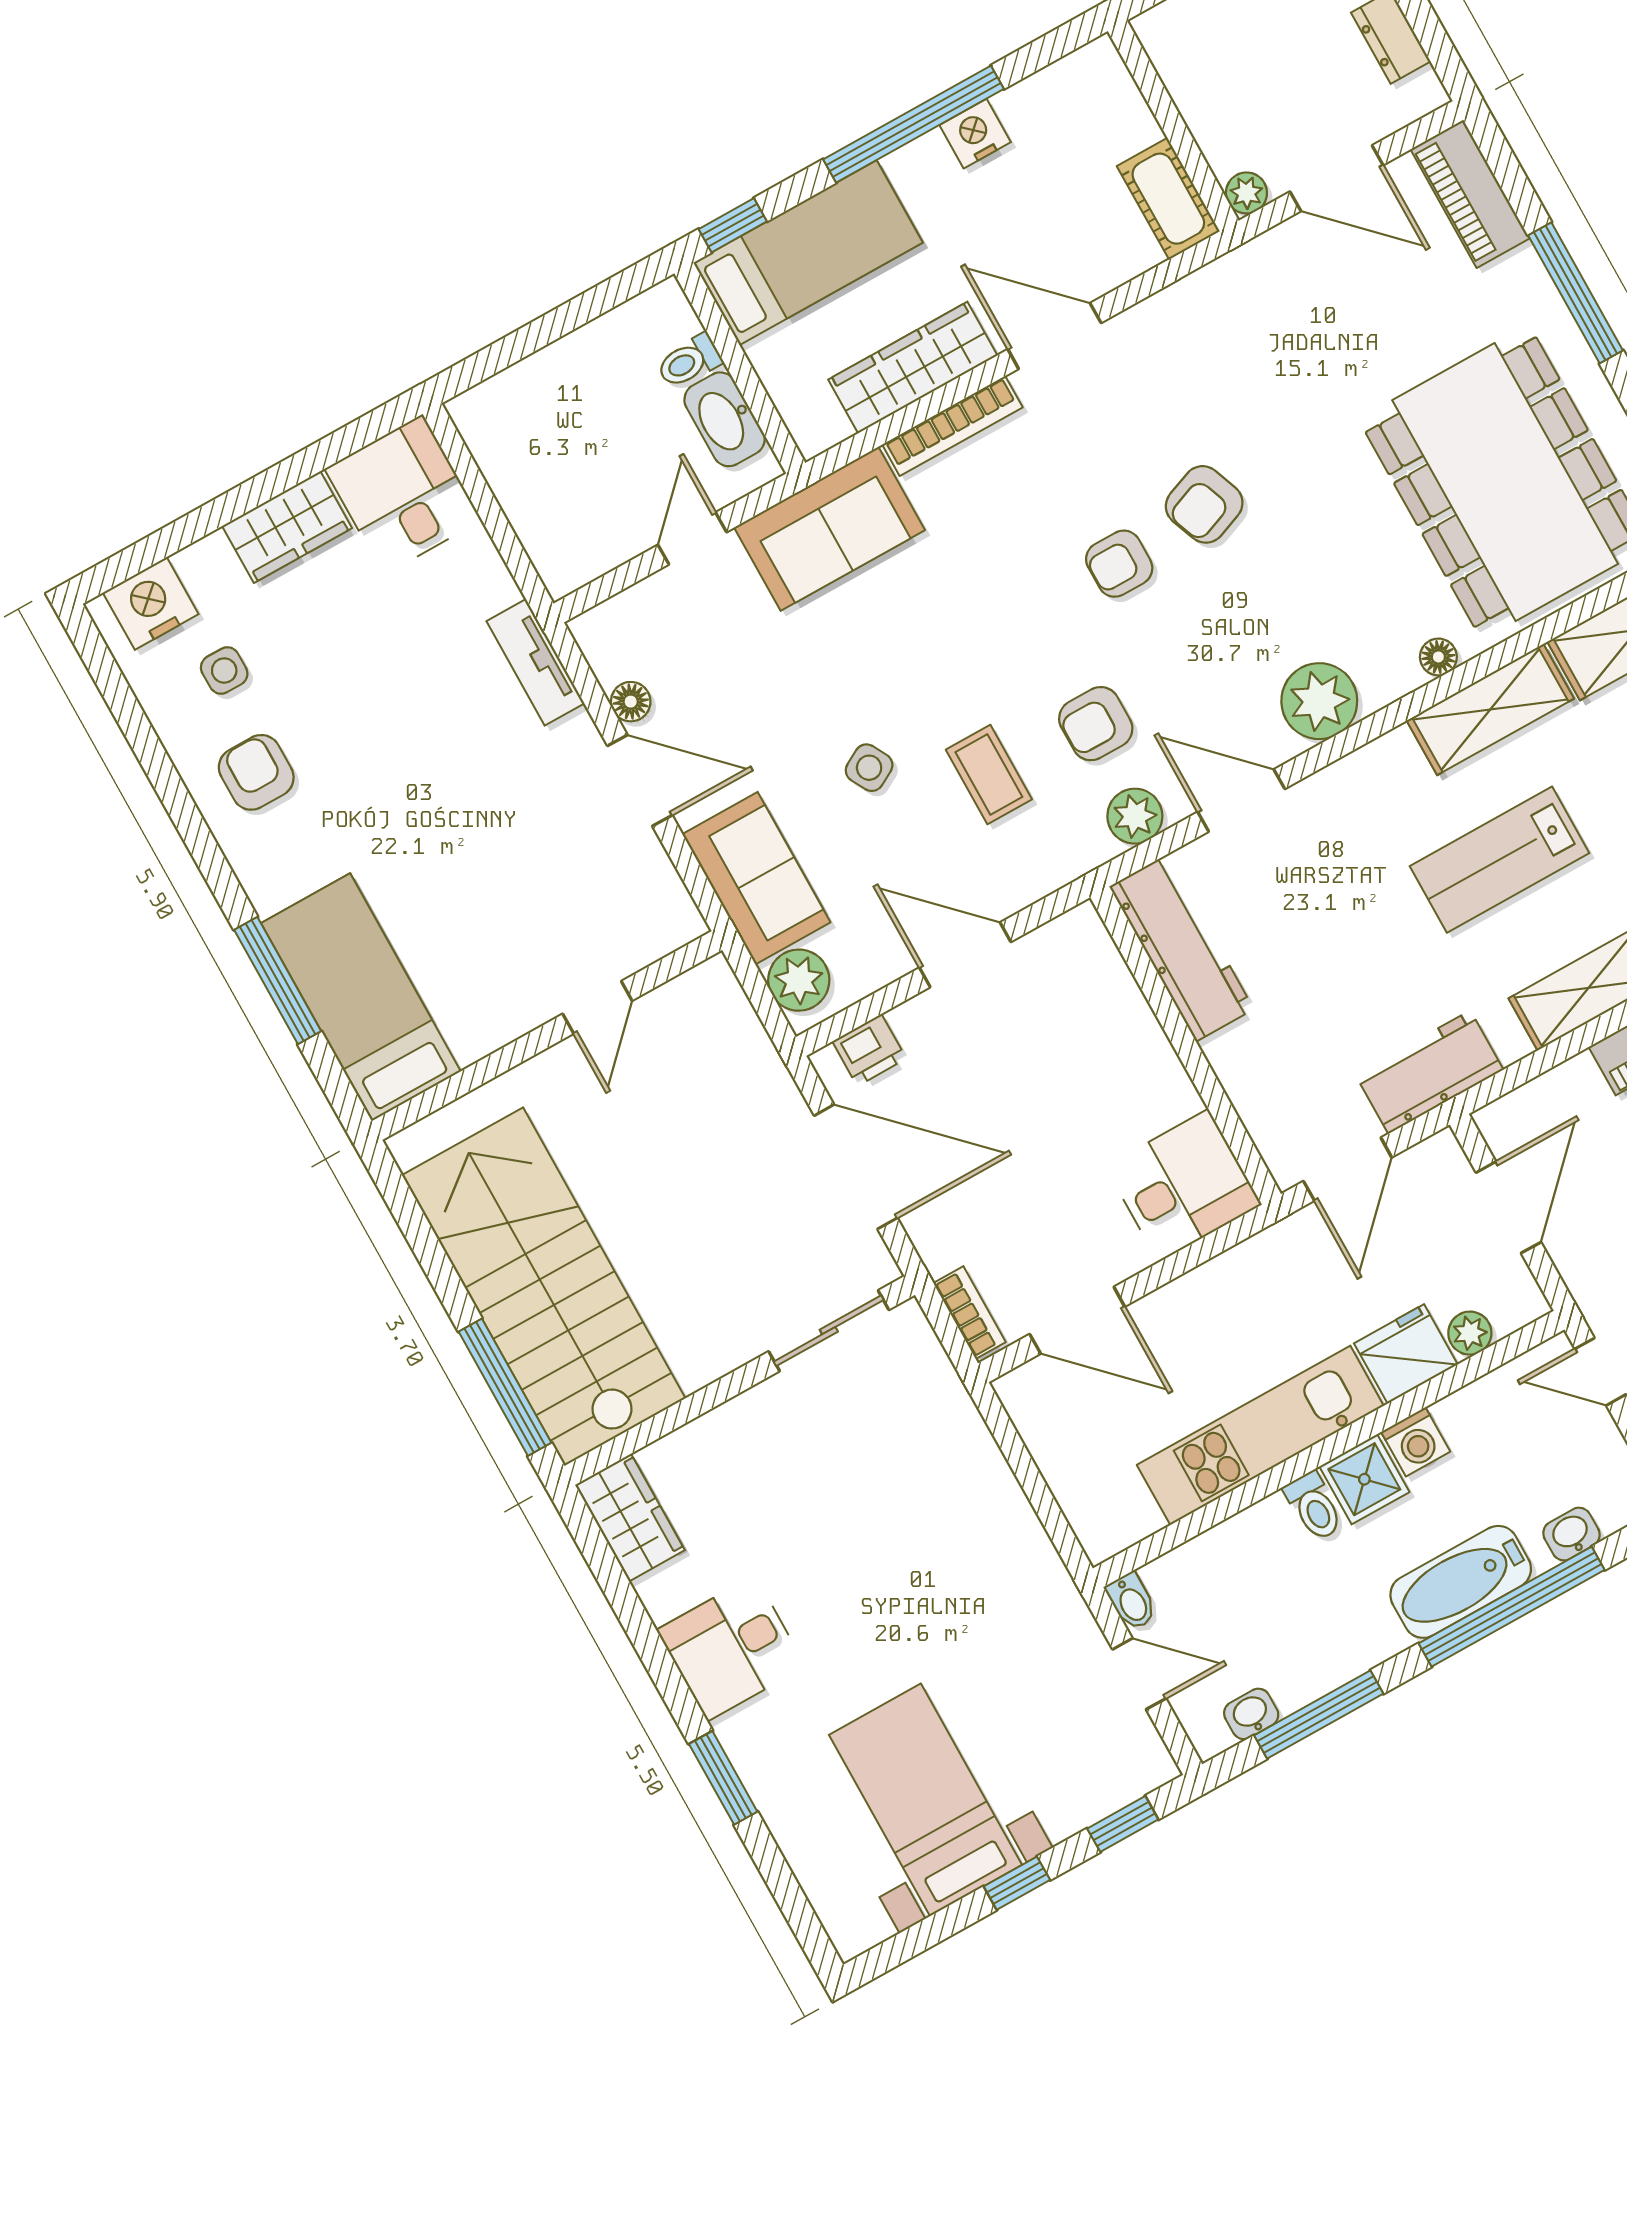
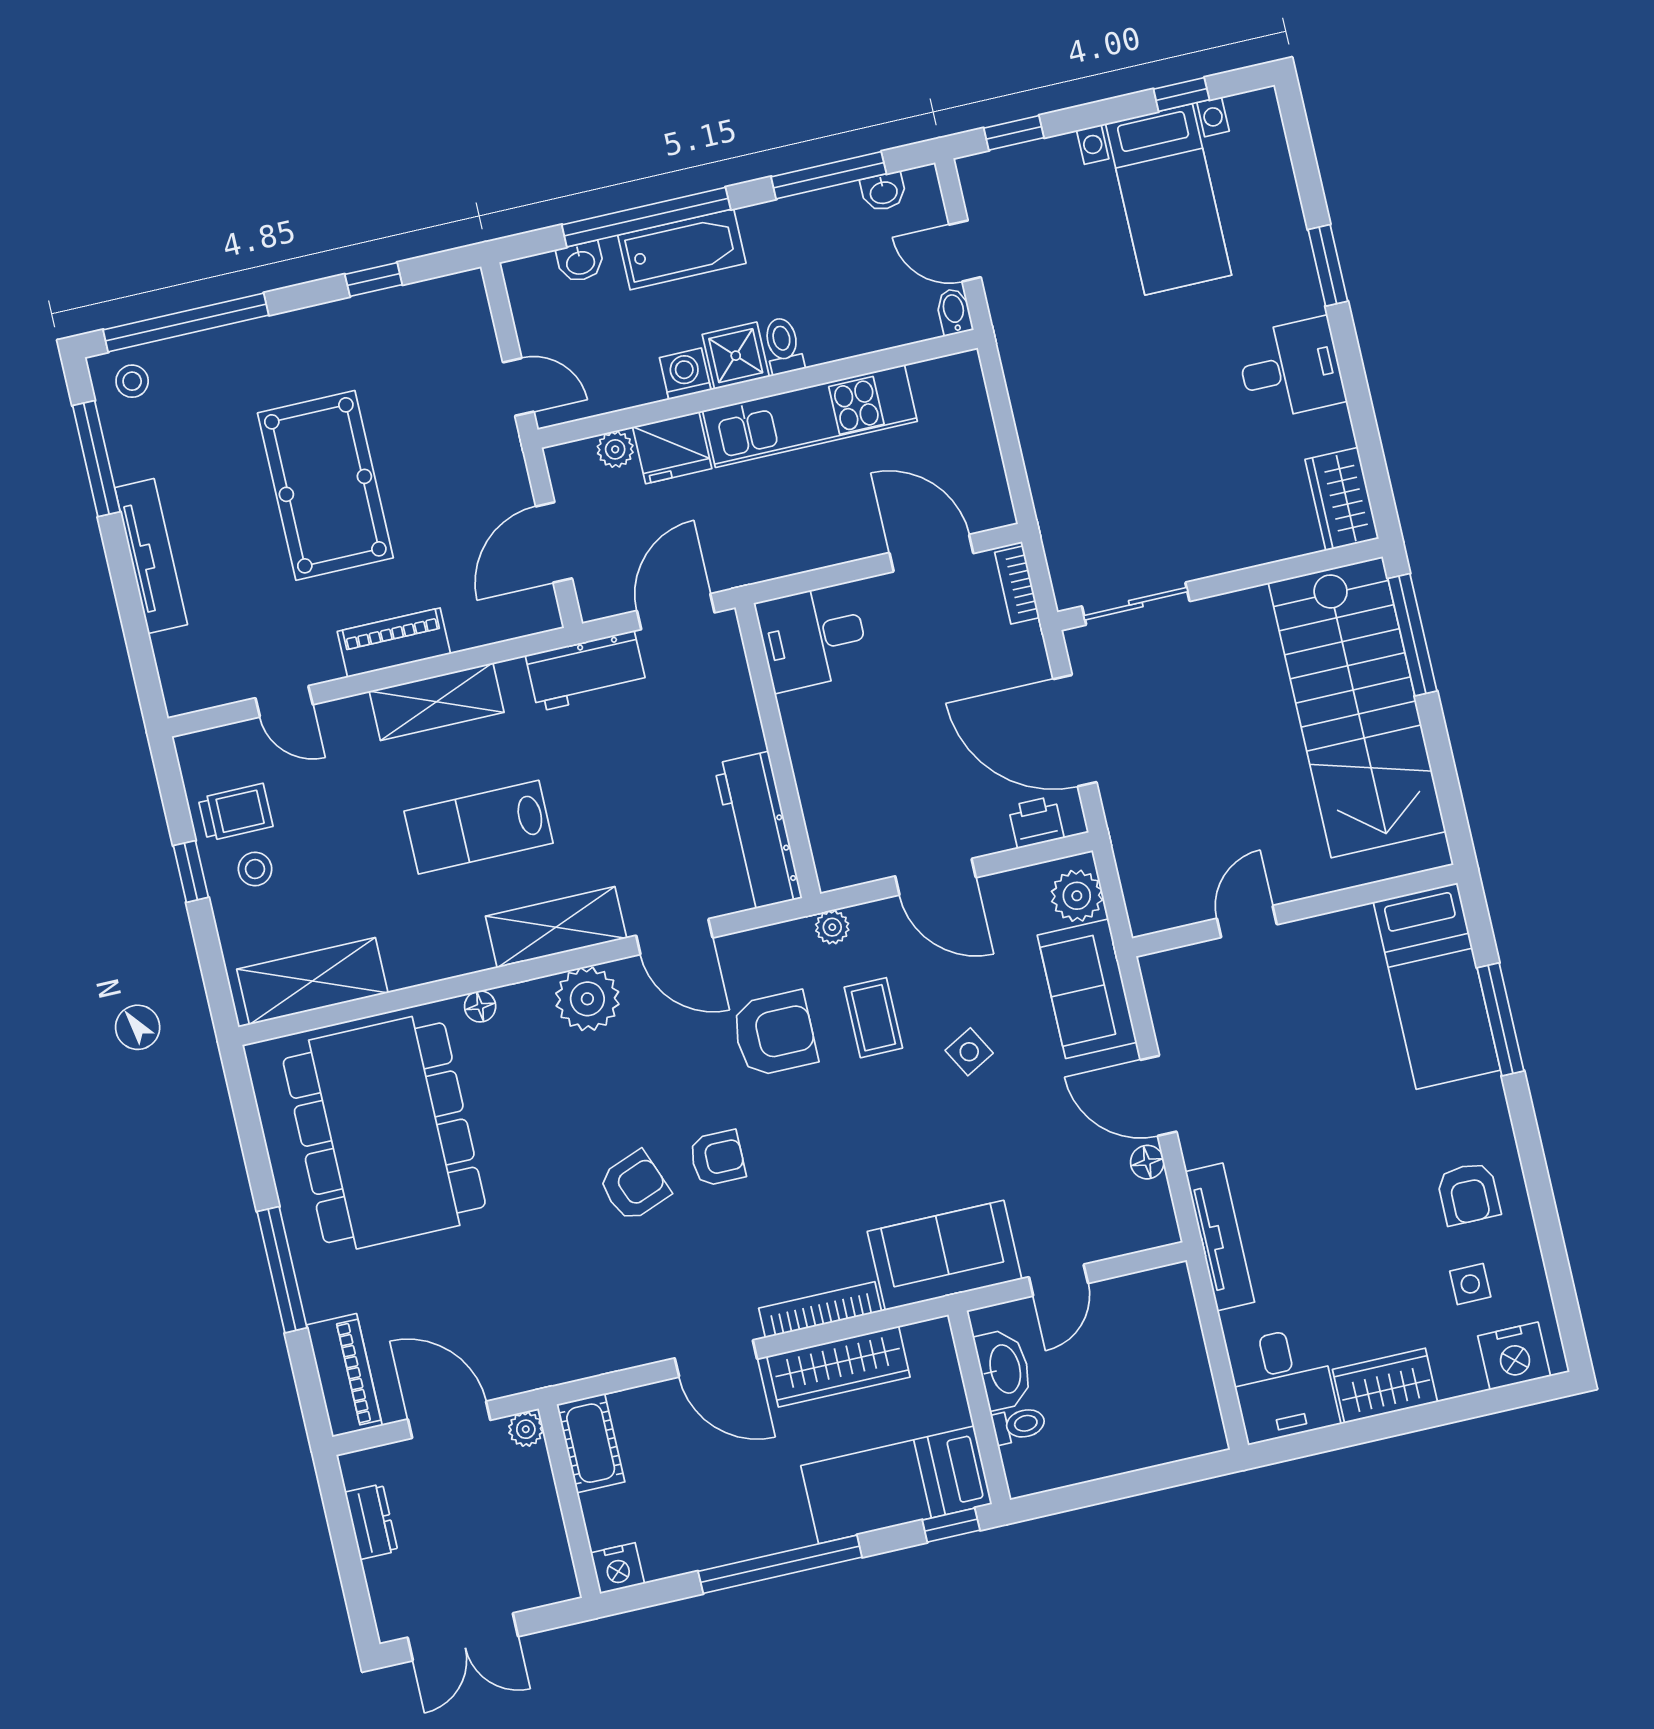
nightstand: (975, 134) -> (618, 1568), moved
tv unit: (535, 662) -> (1220, 1237), width x1.41
shelving: (1490, 709) -> (556, 927), moved
armchair: (1096, 724) -> (774, 1034), width x1.38, depth x1.38
plant: (1135, 816) -> (832, 927), moved, width x0.73, depth x0.73
lab bench: (1499, 860) -> (479, 827), turned 180
window: (1017, 1883) -> (1181, 94), moved

